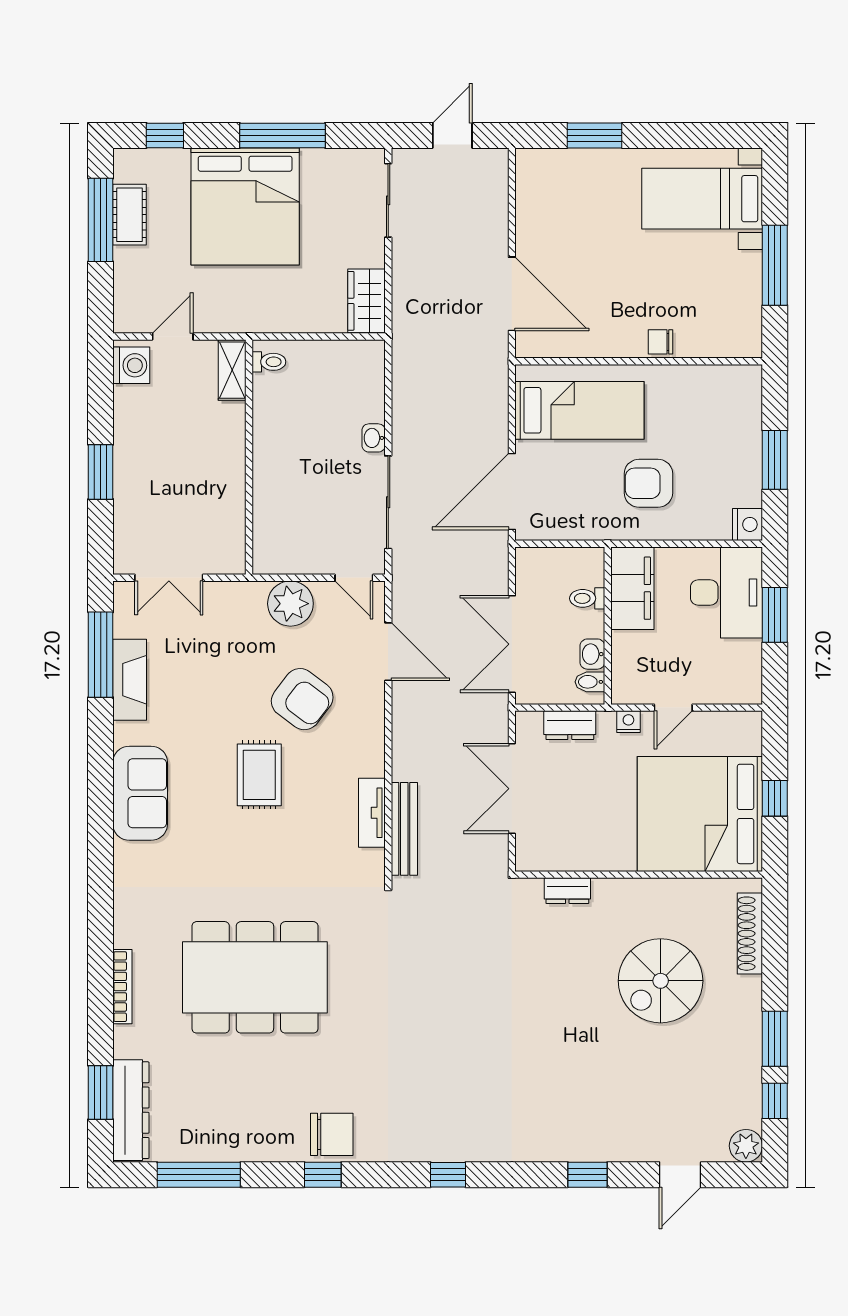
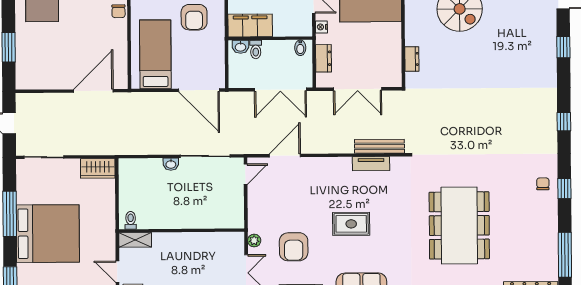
plant: (290, 604) -> (254, 241), moved, width x0.53, depth x0.53
washbasin: (592, 654) -> (241, 47), moved
armchair: (302, 699) -> (294, 247), moved, turned 143
chair: (332, 1134) -> (543, 184), width x0.54, depth x0.54

